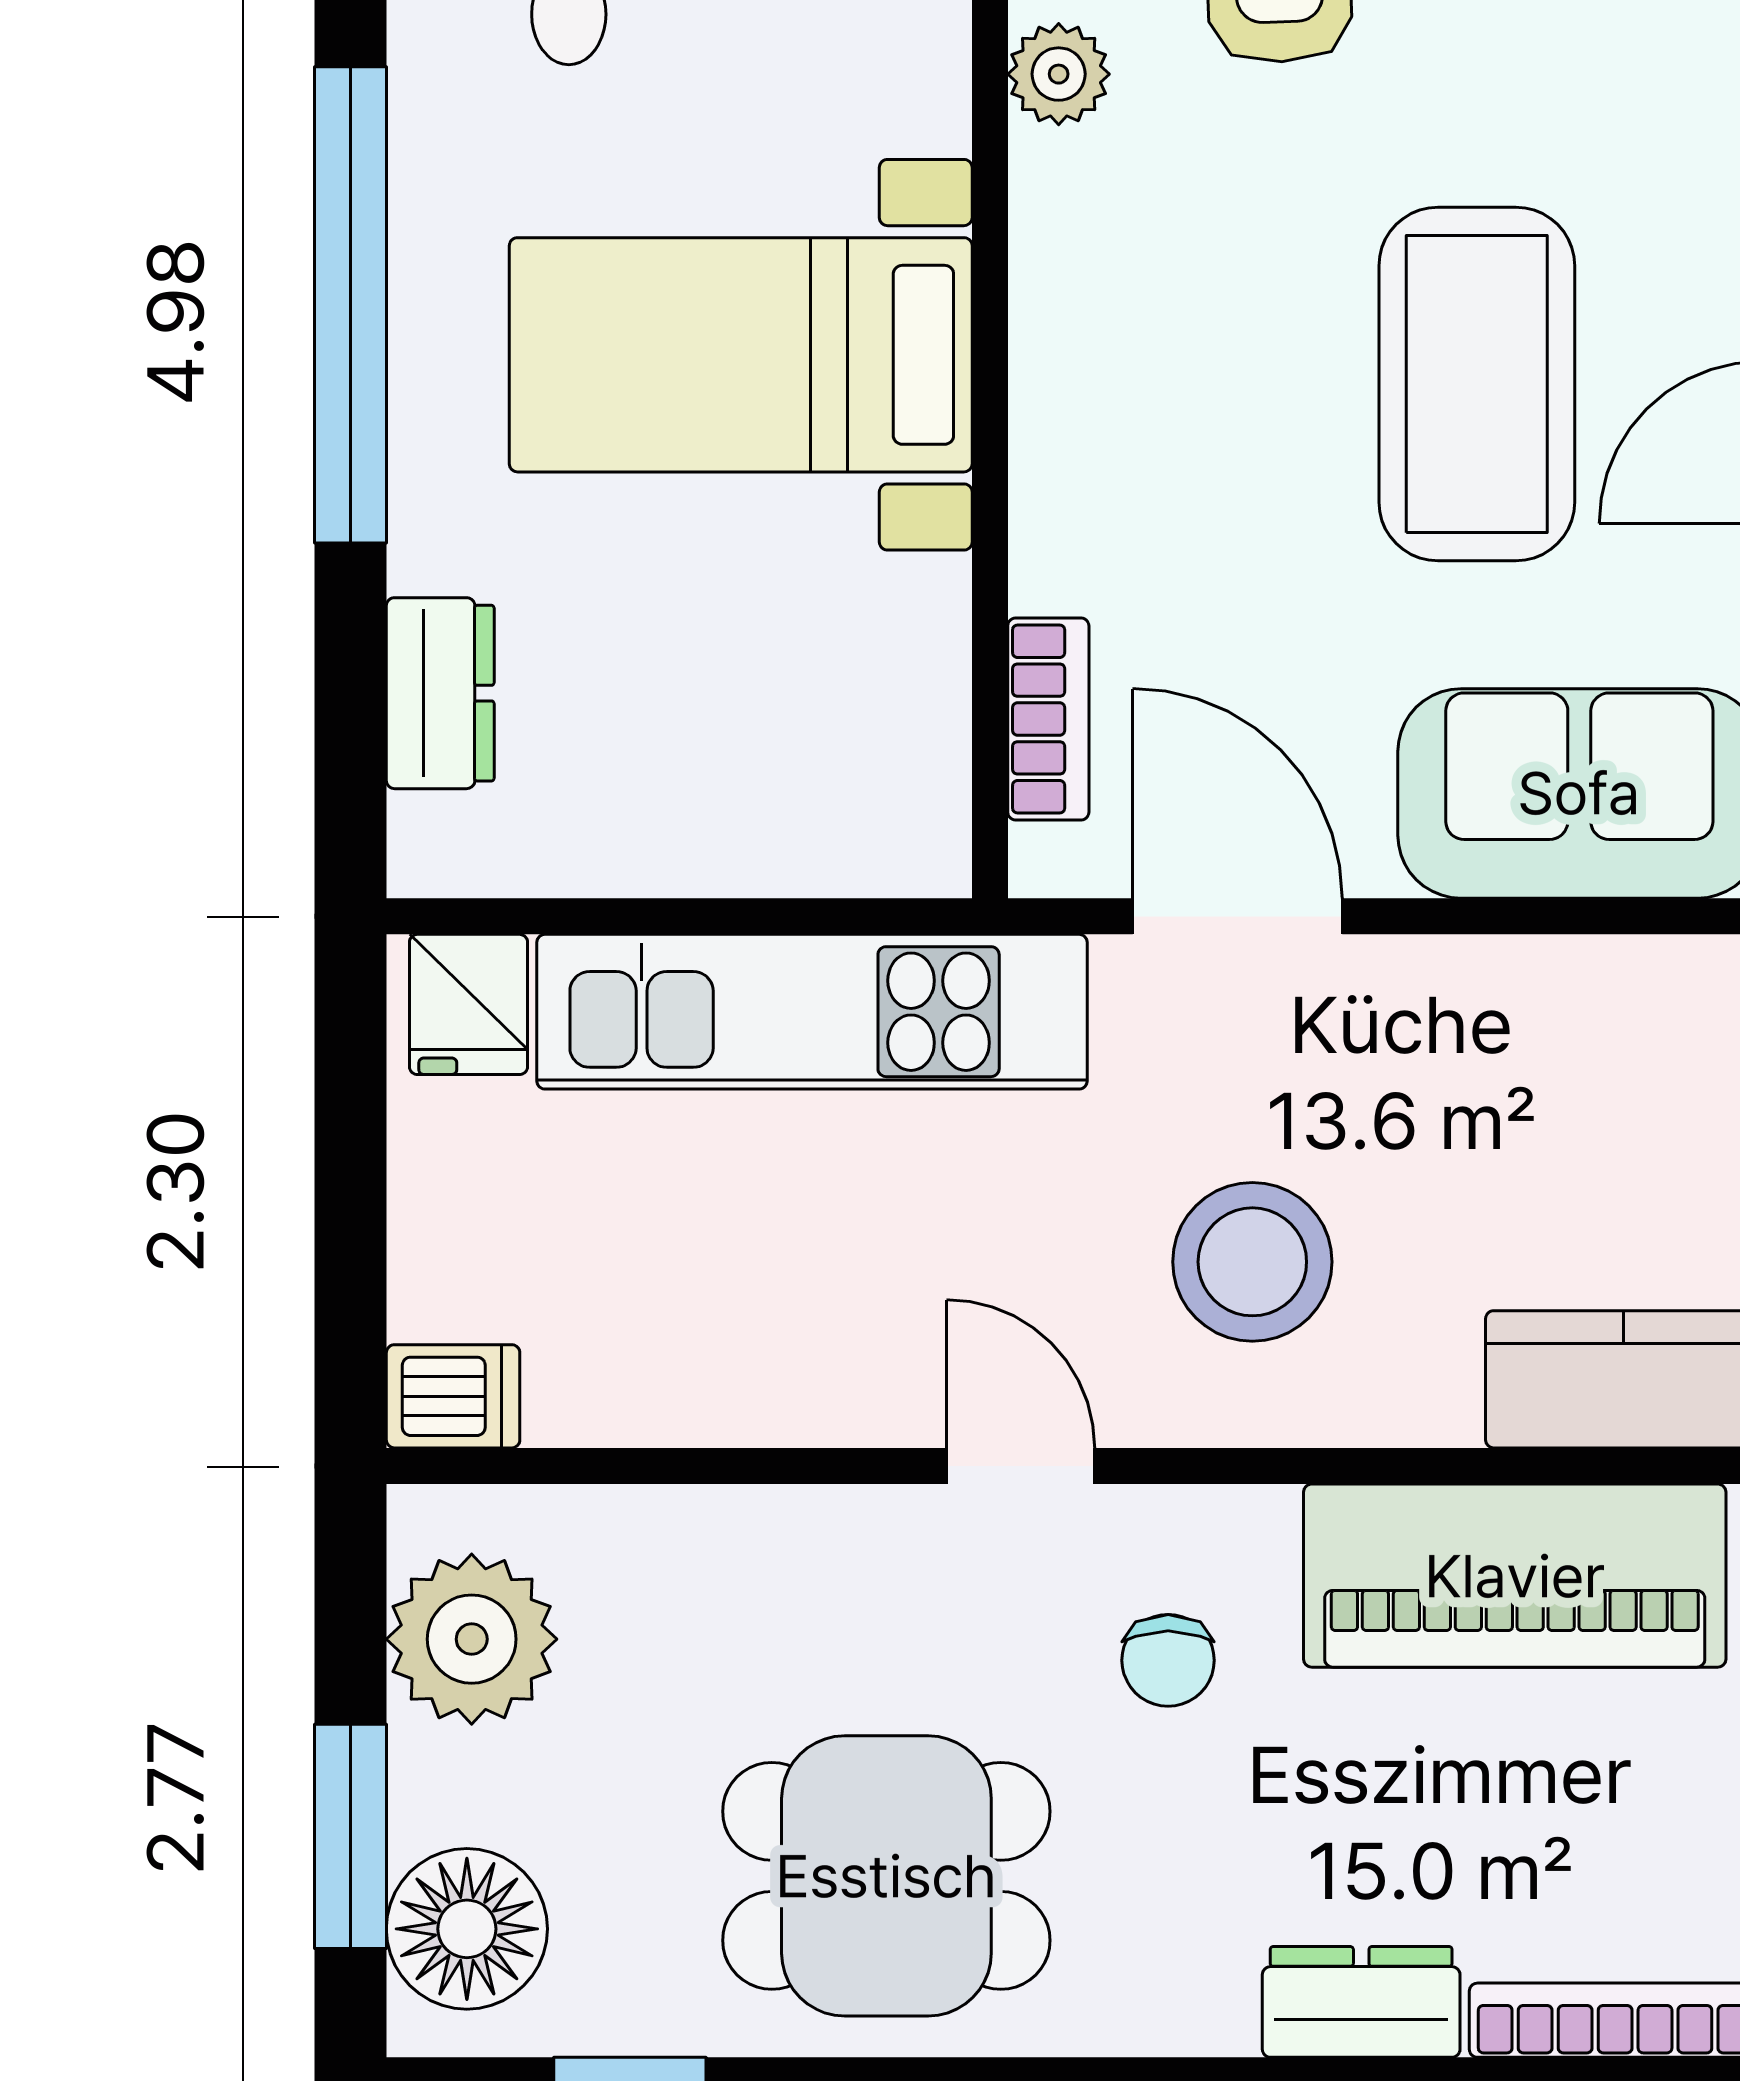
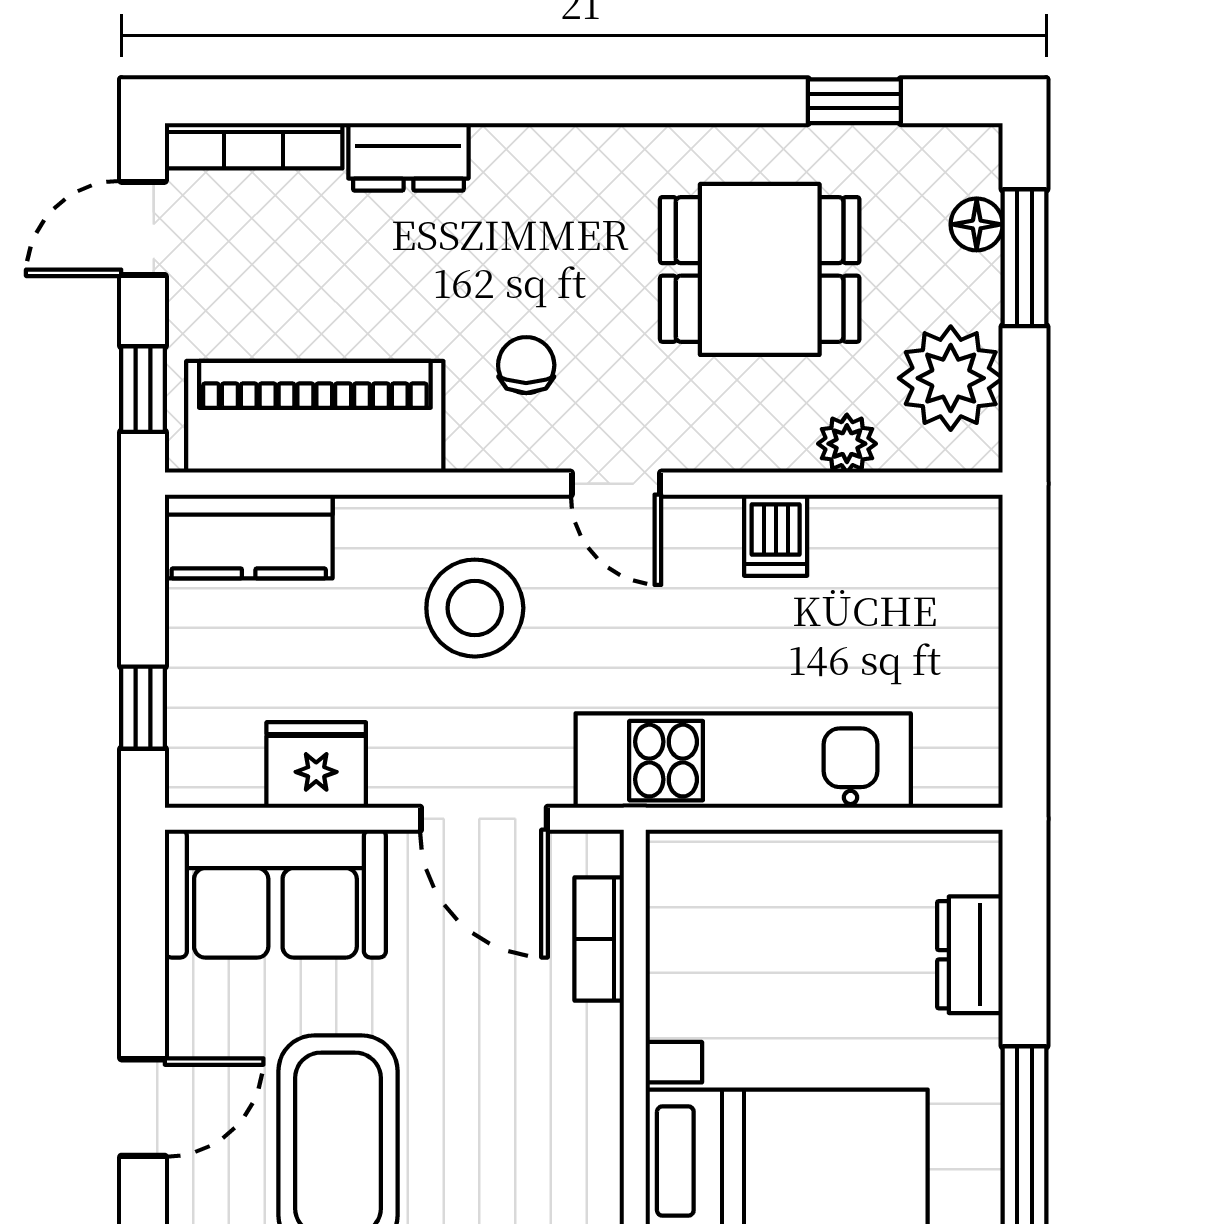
fridge: (468, 1004) -> (316, 765), moved, width x1.38
dishwasher: (453, 1396) -> (776, 535), moved, turned -90
plant: (642, 1532) -> (847, 444), added
dining table: (886, 1876) -> (760, 269), moved
floor lamp: (467, 1929) -> (977, 224), width x0.53, depth x0.53

